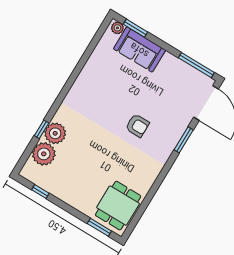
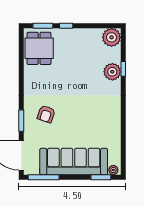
sofa: (140, 49) -> (74, 161), width x1.85, depth x1.27
armchair: (137, 125) -> (46, 114), moved, turned -71
plant: (44, 154) -> (112, 37), moved
window: (40, 192) -> (66, 26), moved

